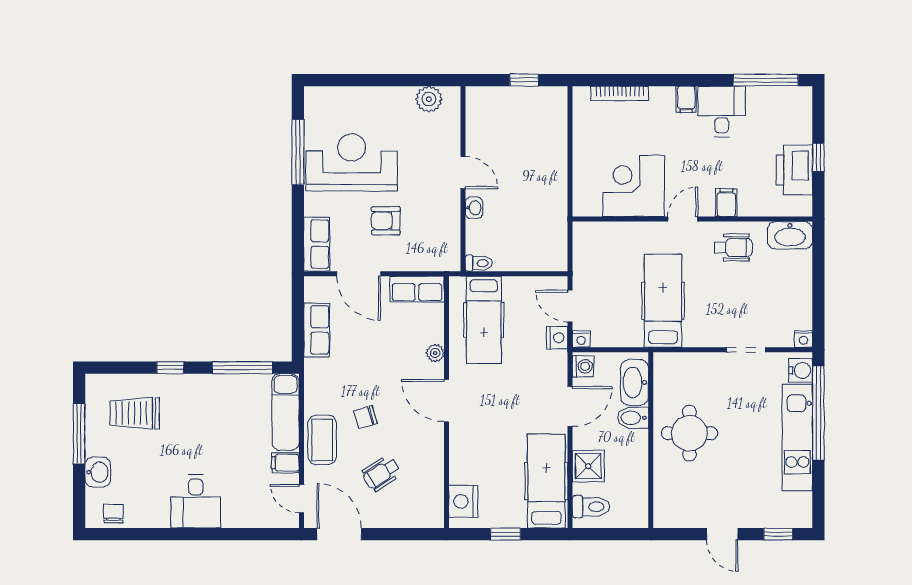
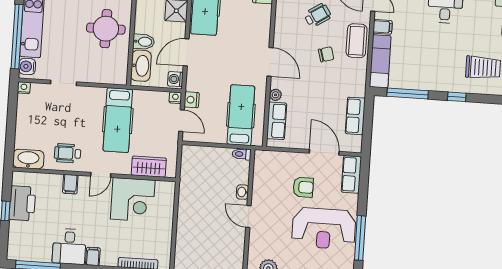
wardrobe: (613, 236) -> (149, 167), added
row of seats: (417, 289) -> (277, 121), moved, turned 90

